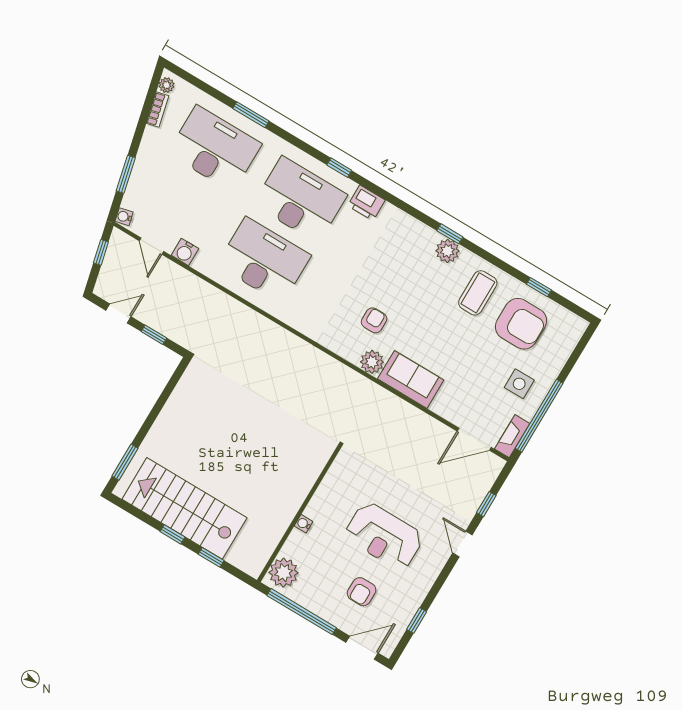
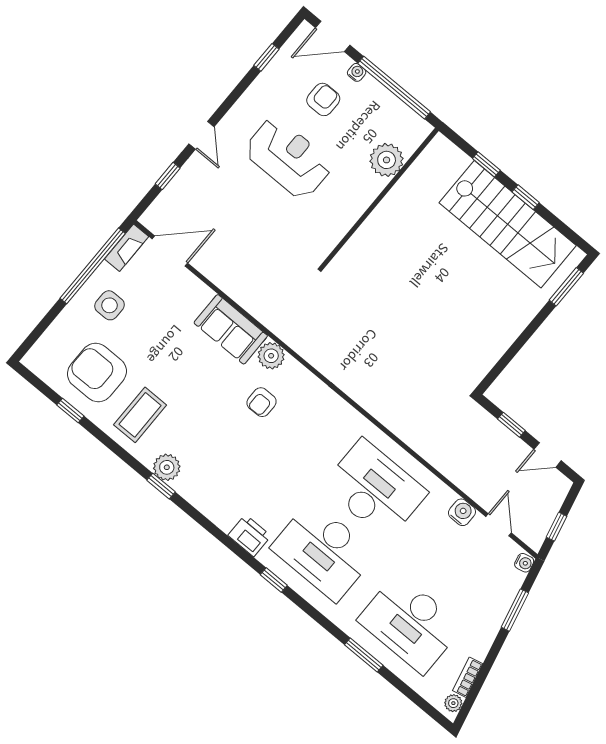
desk: (264, 260) -> (375, 489), turned 180
water cooler: (304, 524) -> (357, 72), moved, turned -90
plant: (283, 573) -> (387, 160), moved

